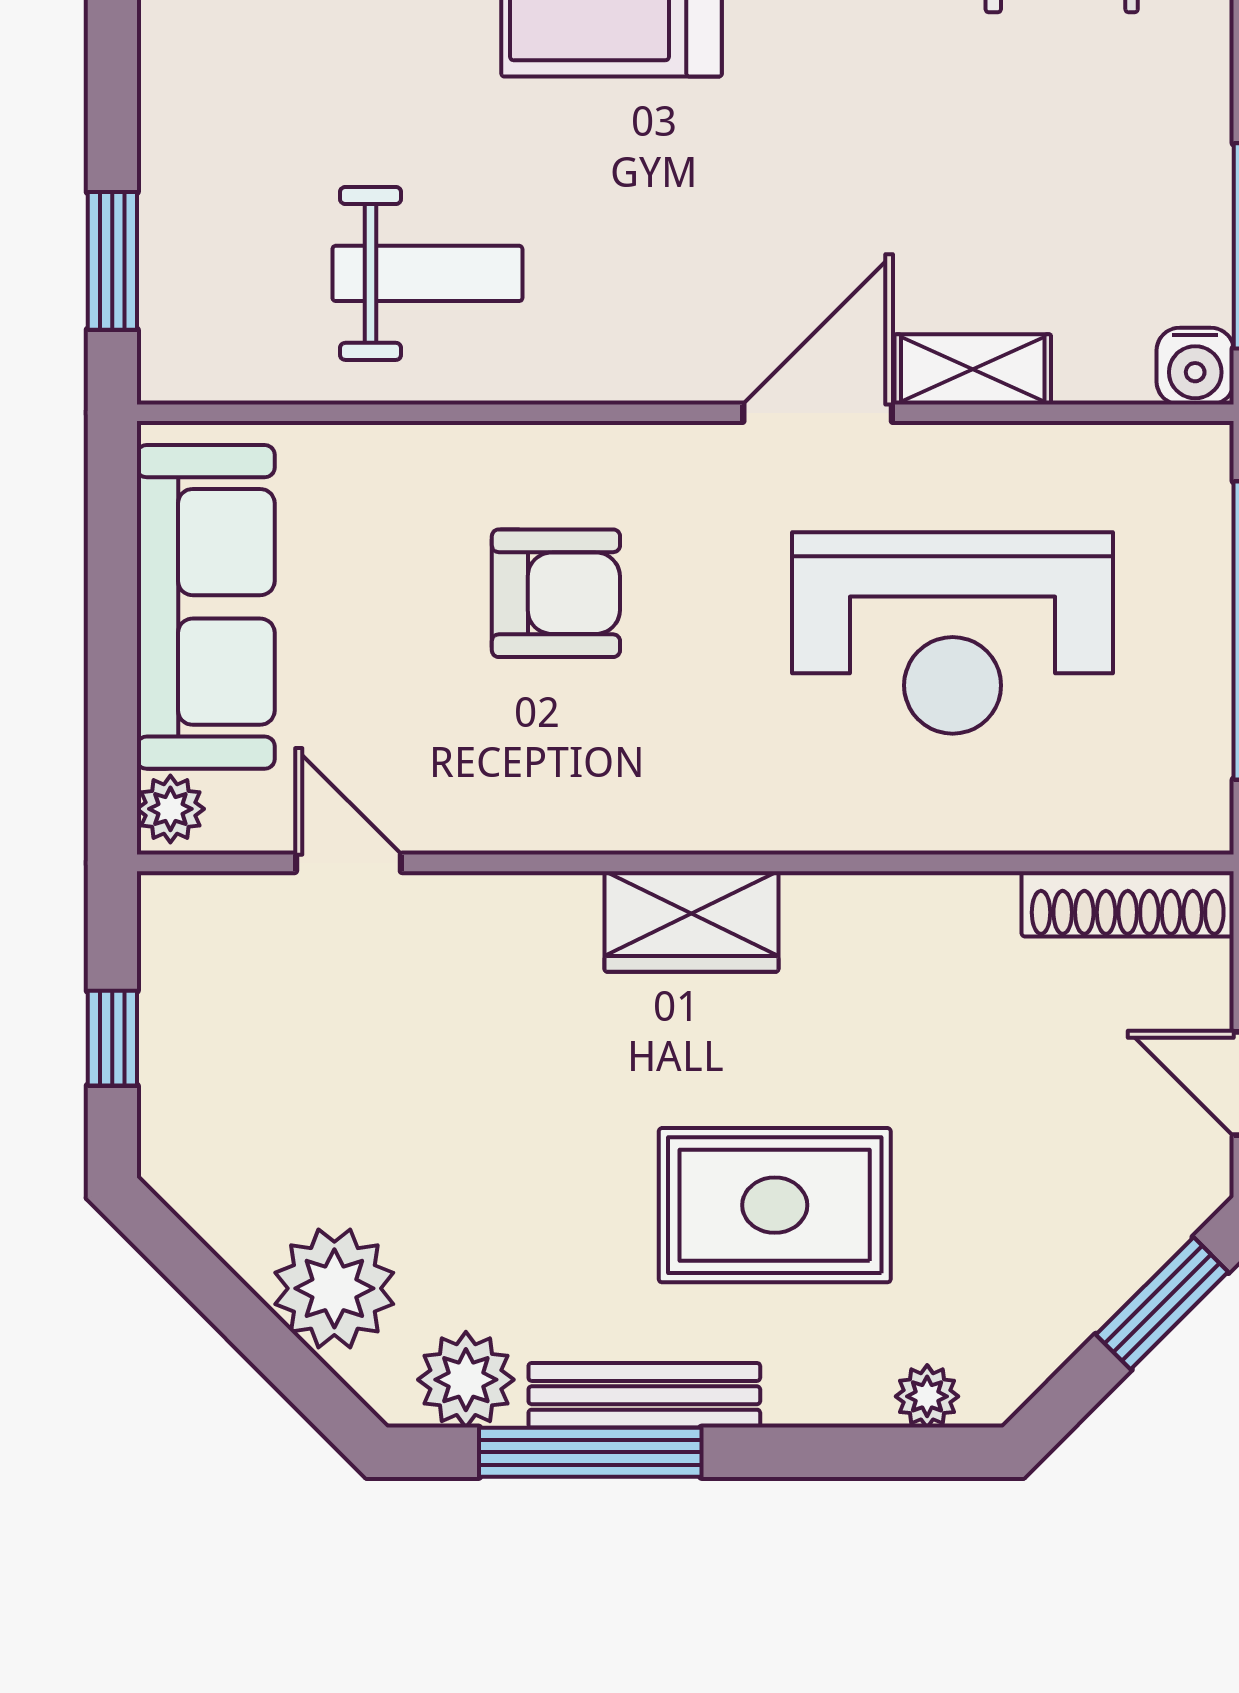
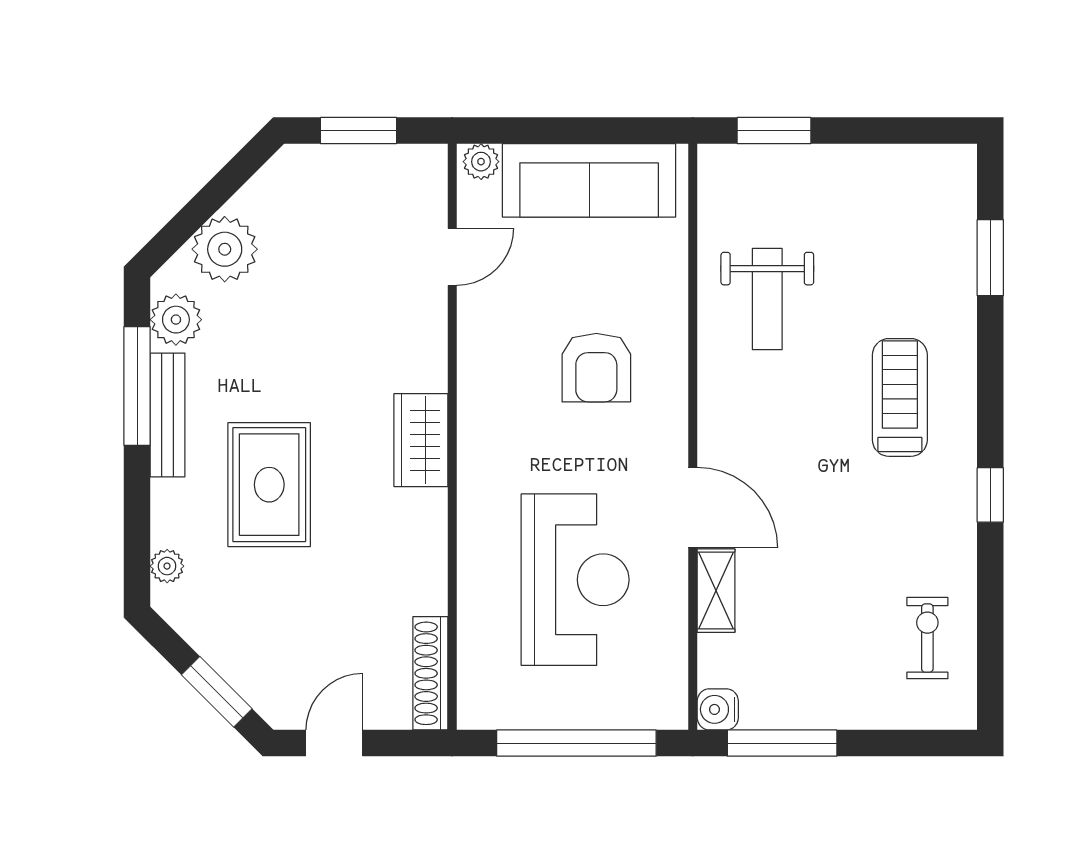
reception desk: (953, 633) -> (575, 580), turned 180
window: (112, 1038) -> (358, 131), width x1.50

